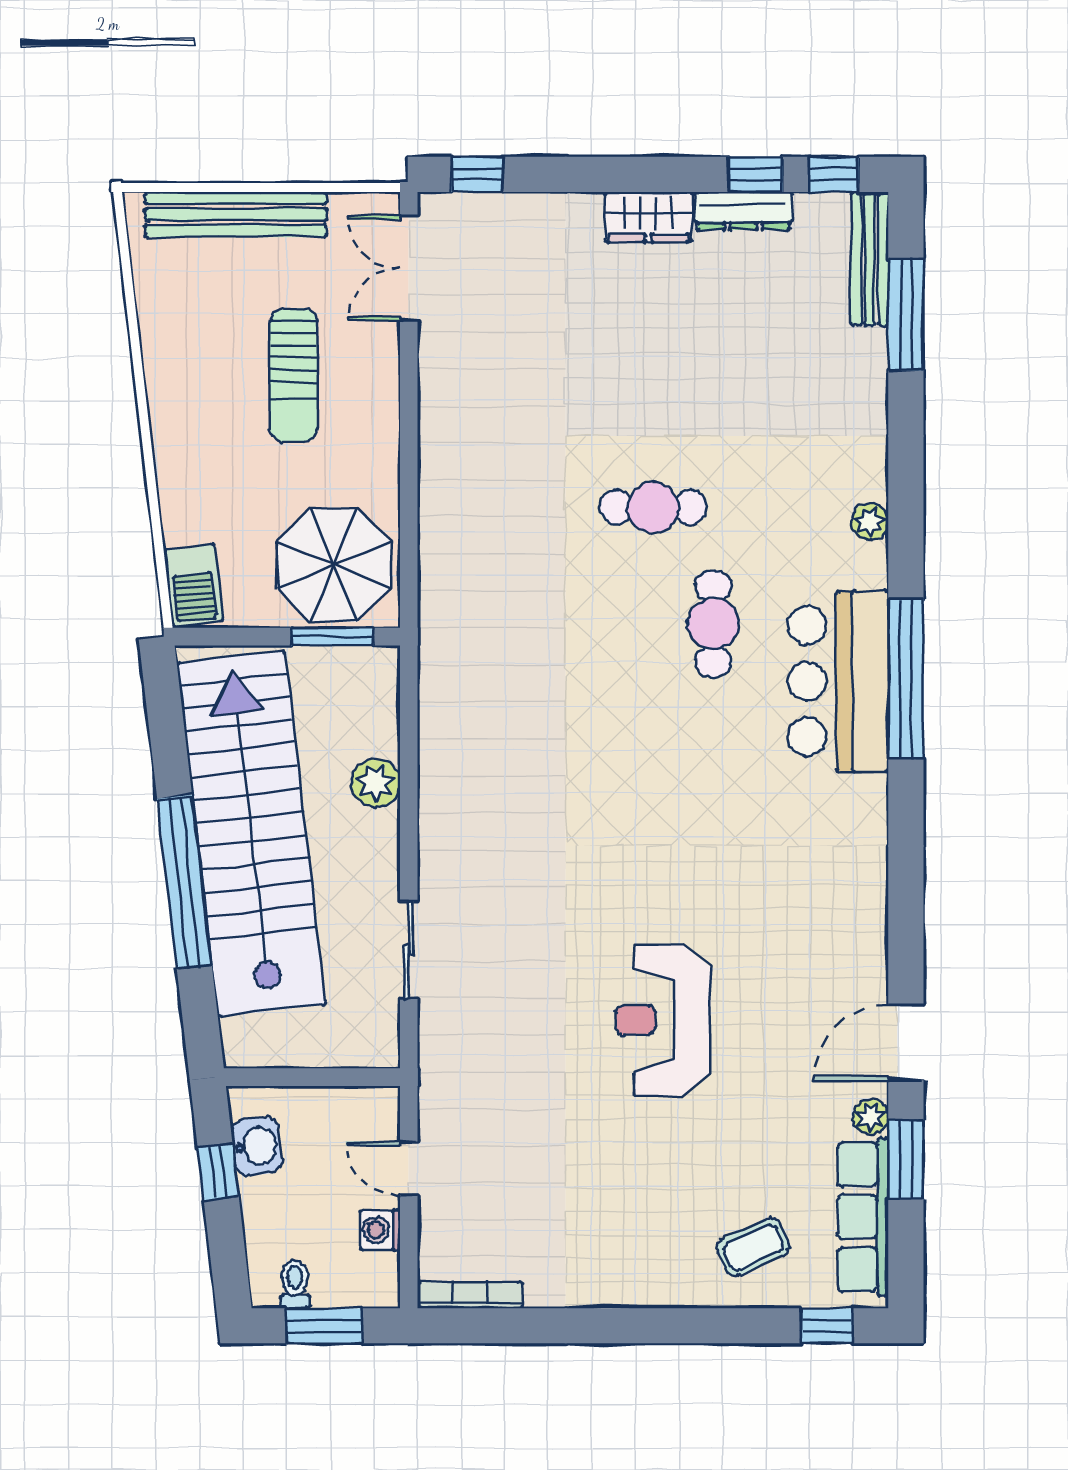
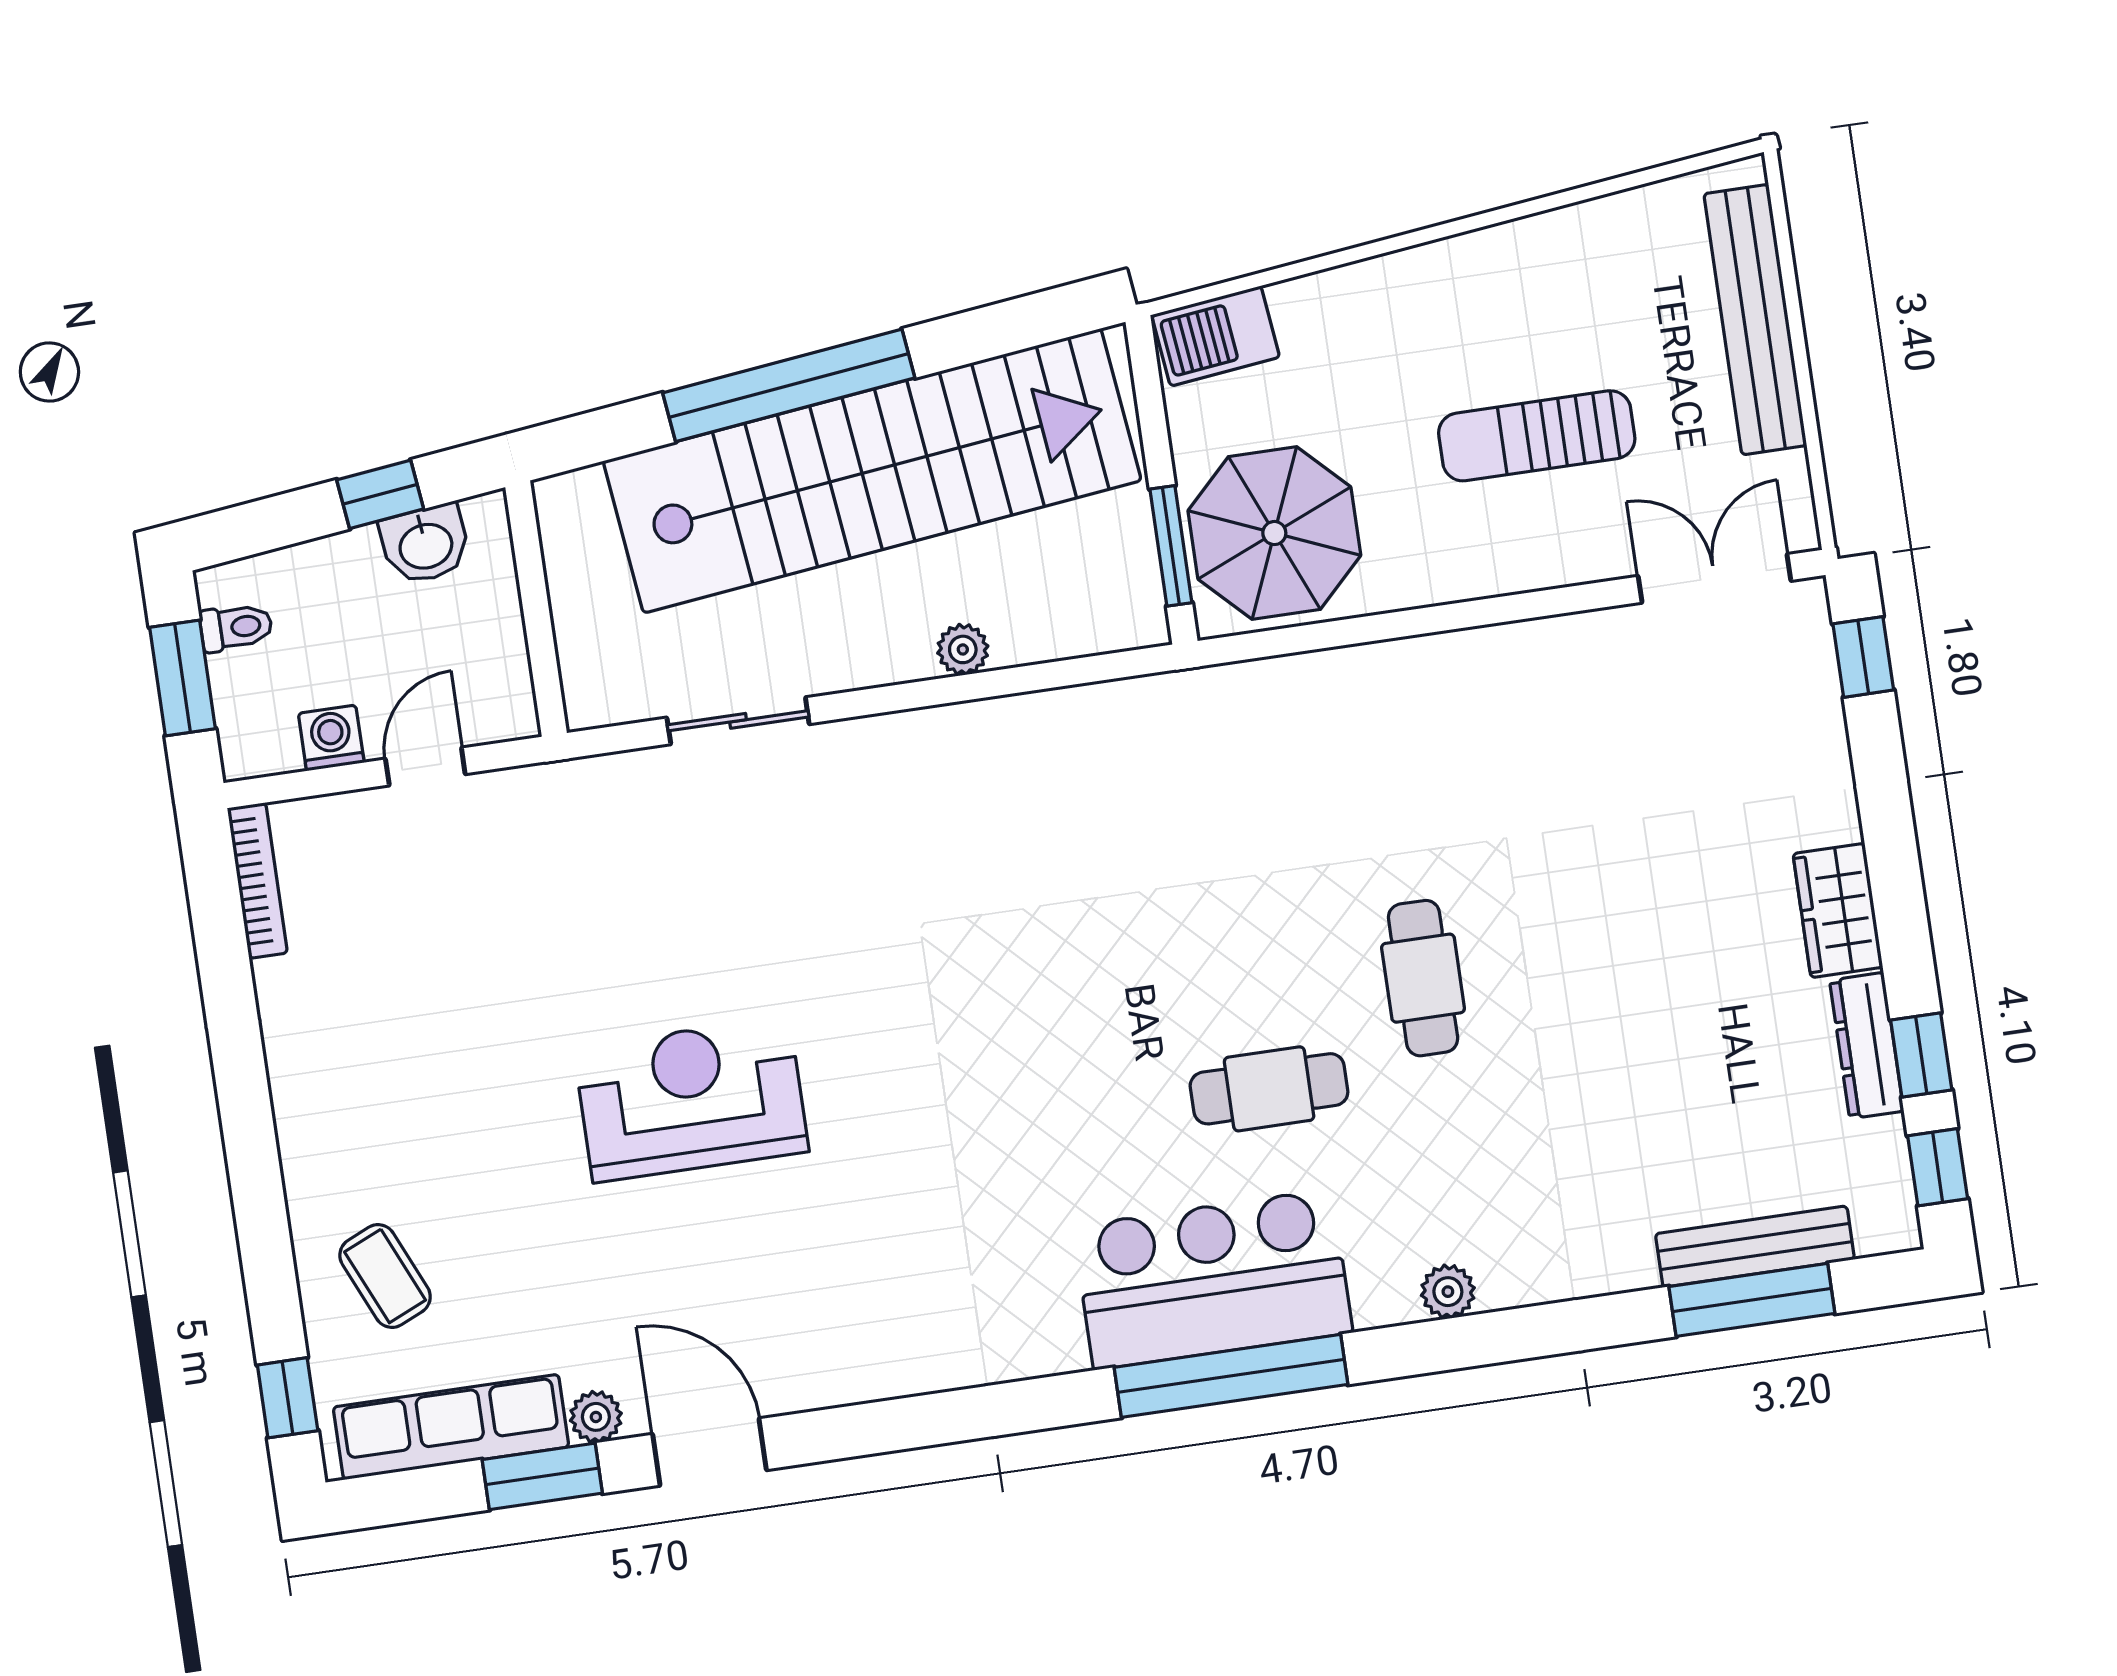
bench: (870, 259) -> (1755, 1247), moved
plant: (376, 783) -> (963, 649), width x0.73, depth x0.73

